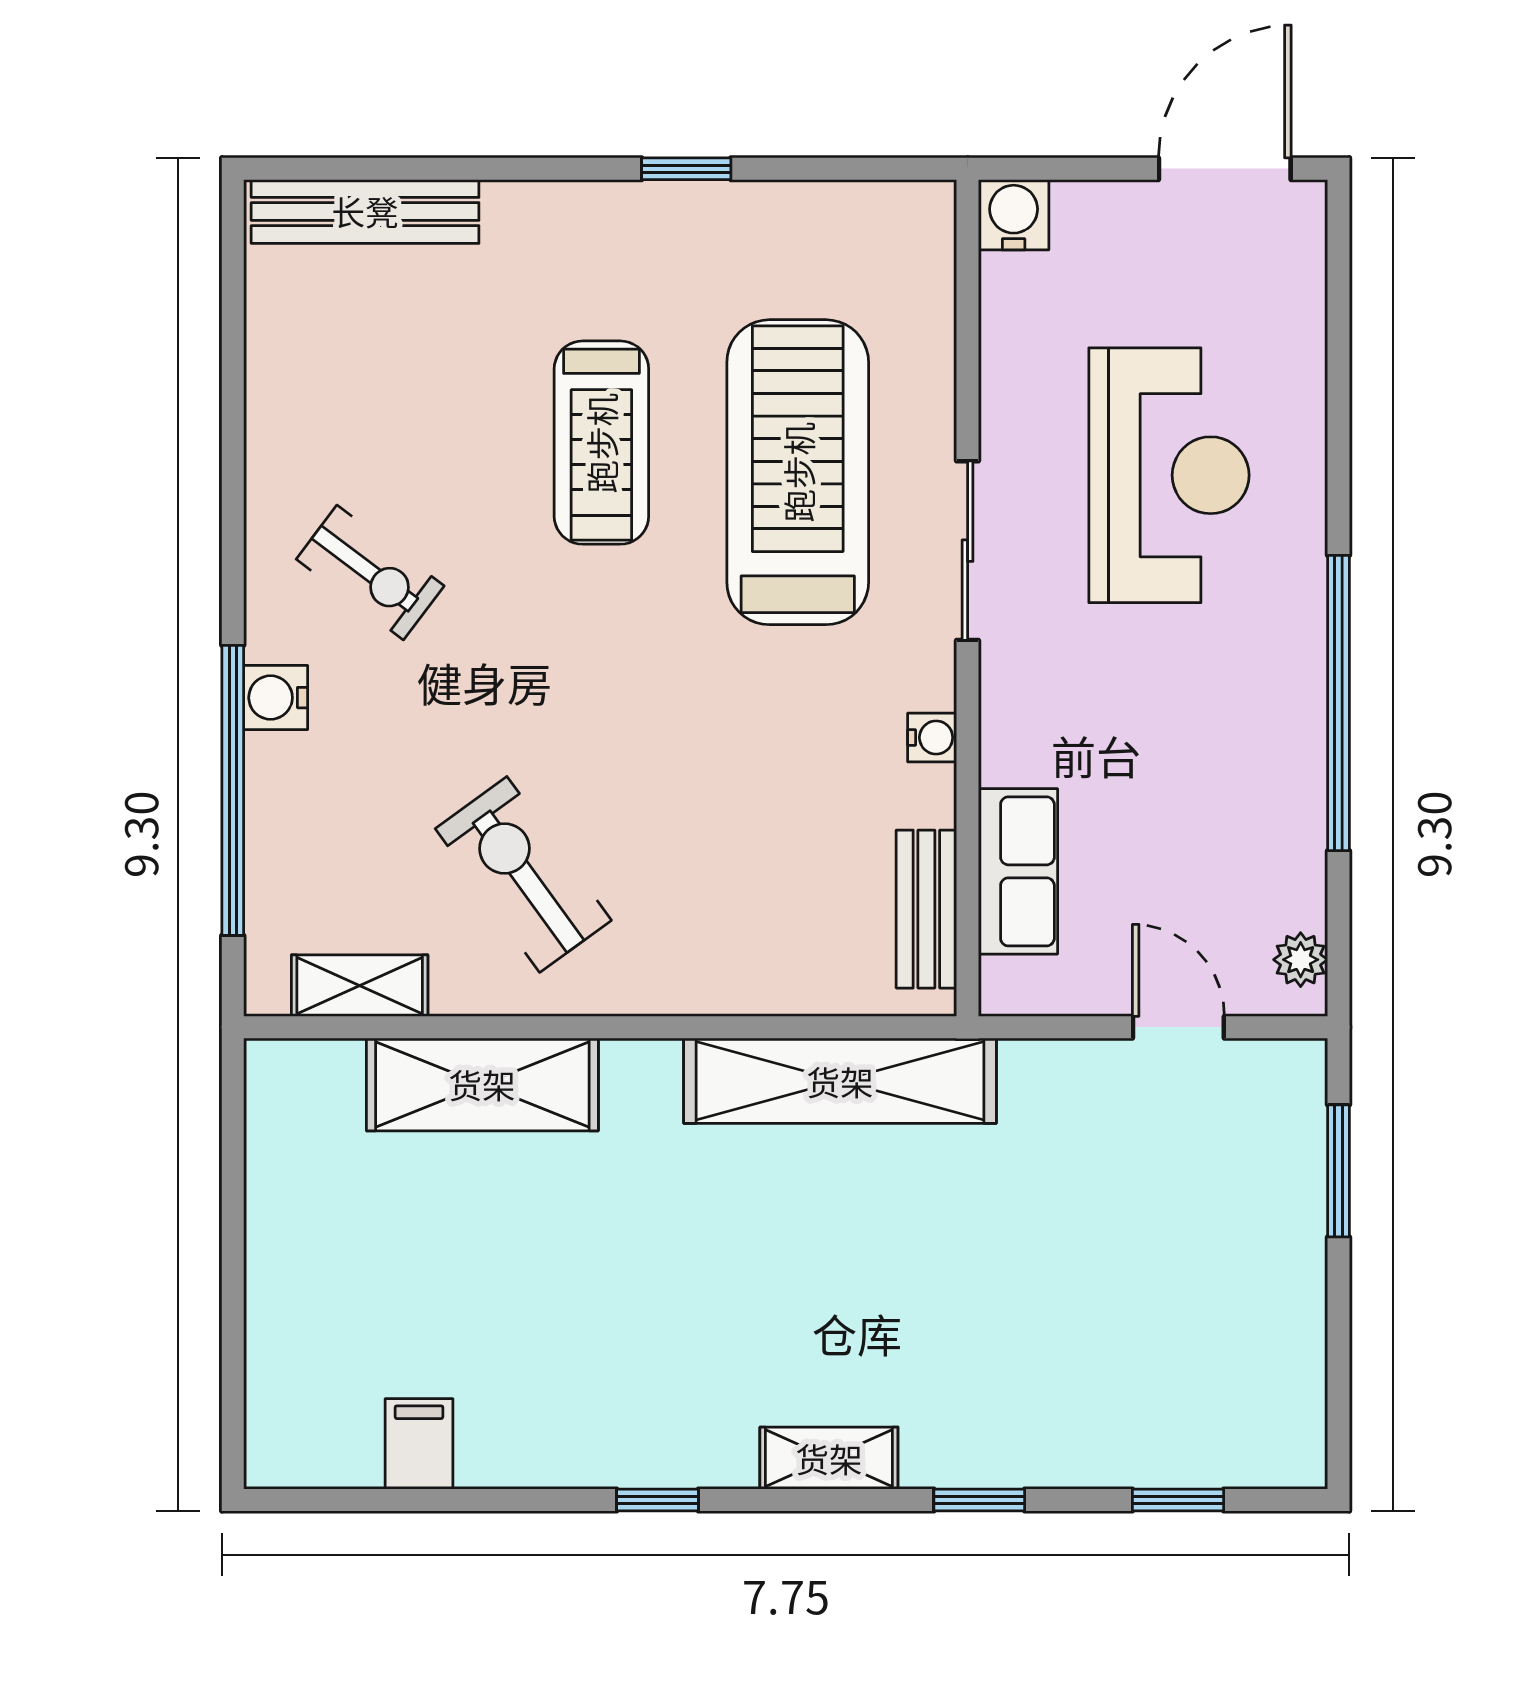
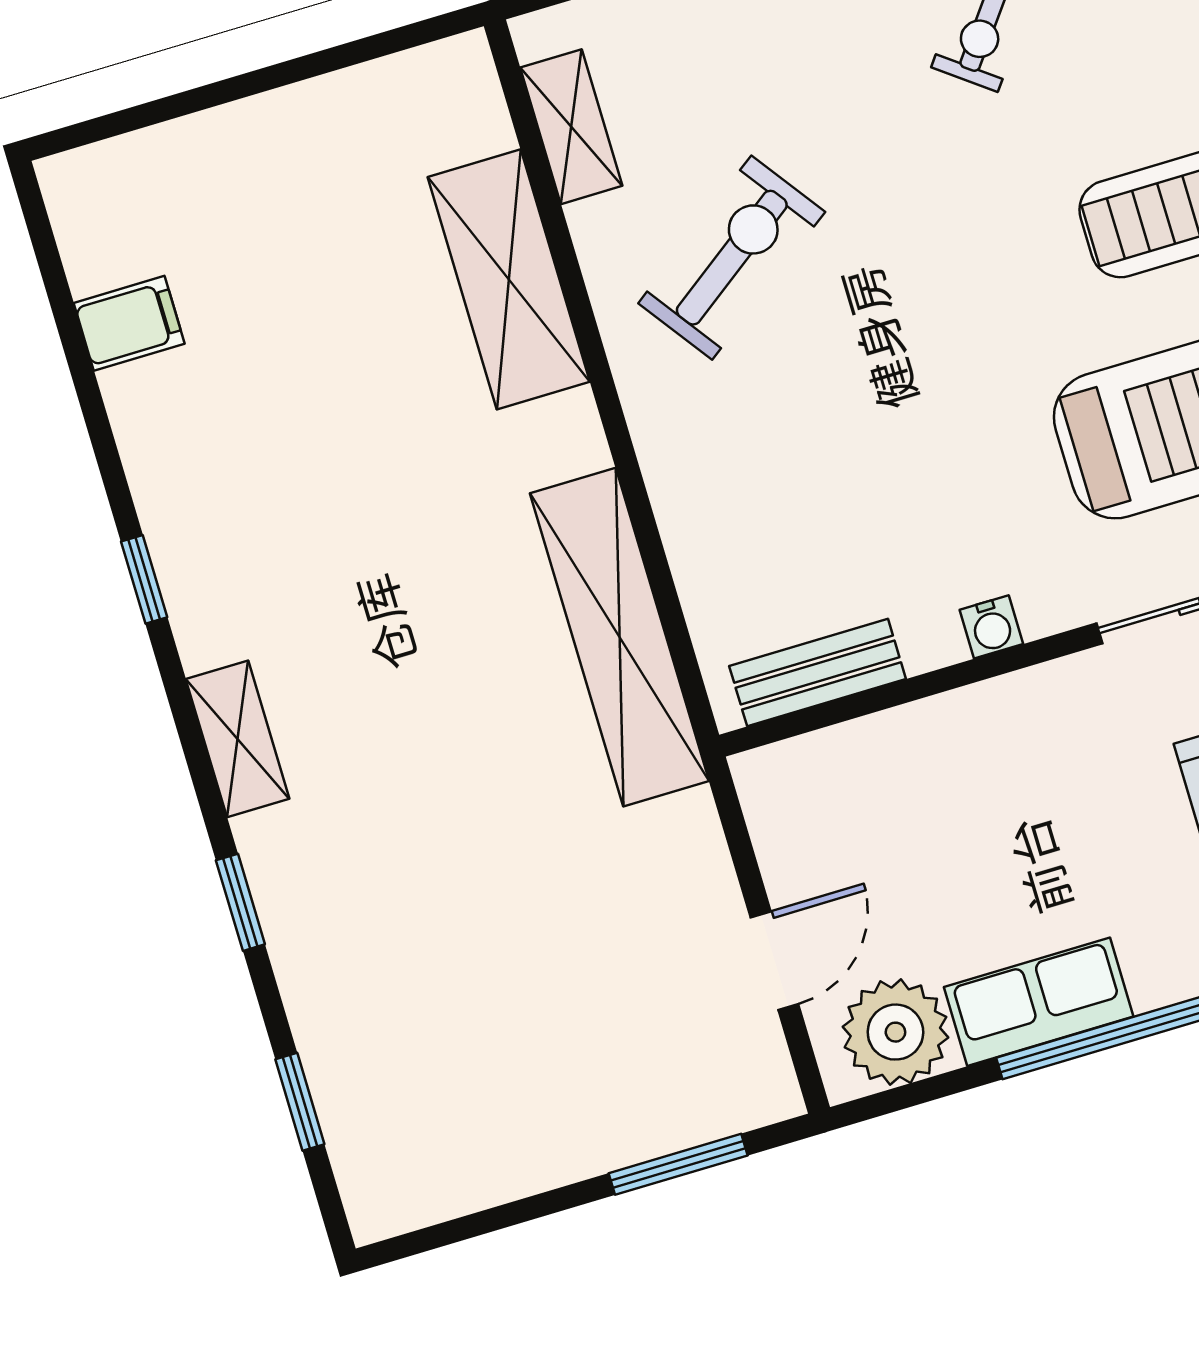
row of seats: (1018, 871) -> (1039, 1002), moved, turned 180
plant: (1301, 960) -> (895, 1032), width x1.87, depth x1.87

